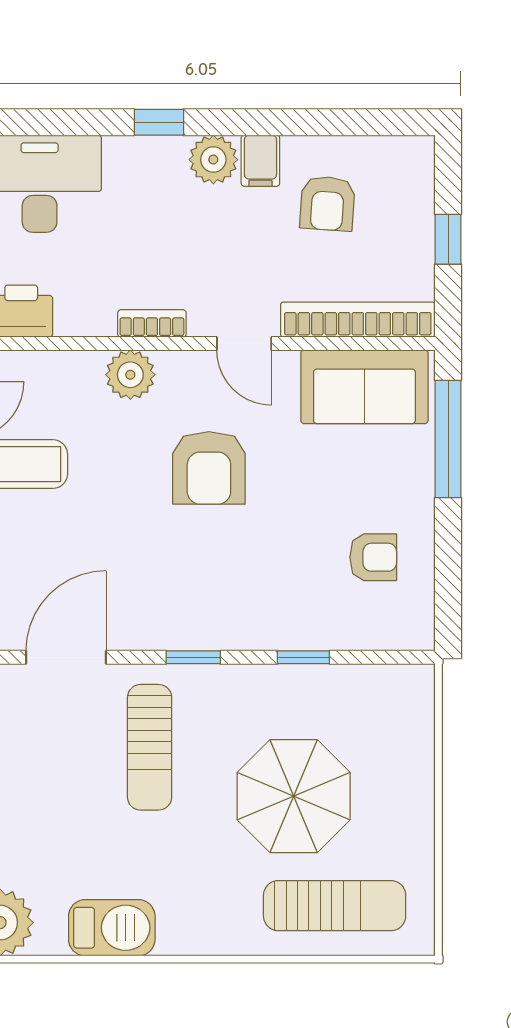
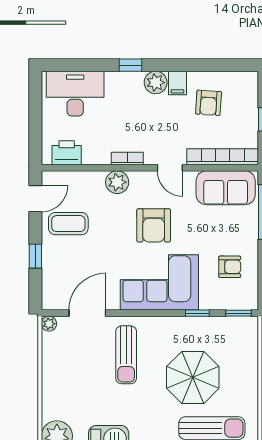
corner sofa: (221, 591) -> (159, 282), added
window: (193, 657) -> (238, 313), moved

